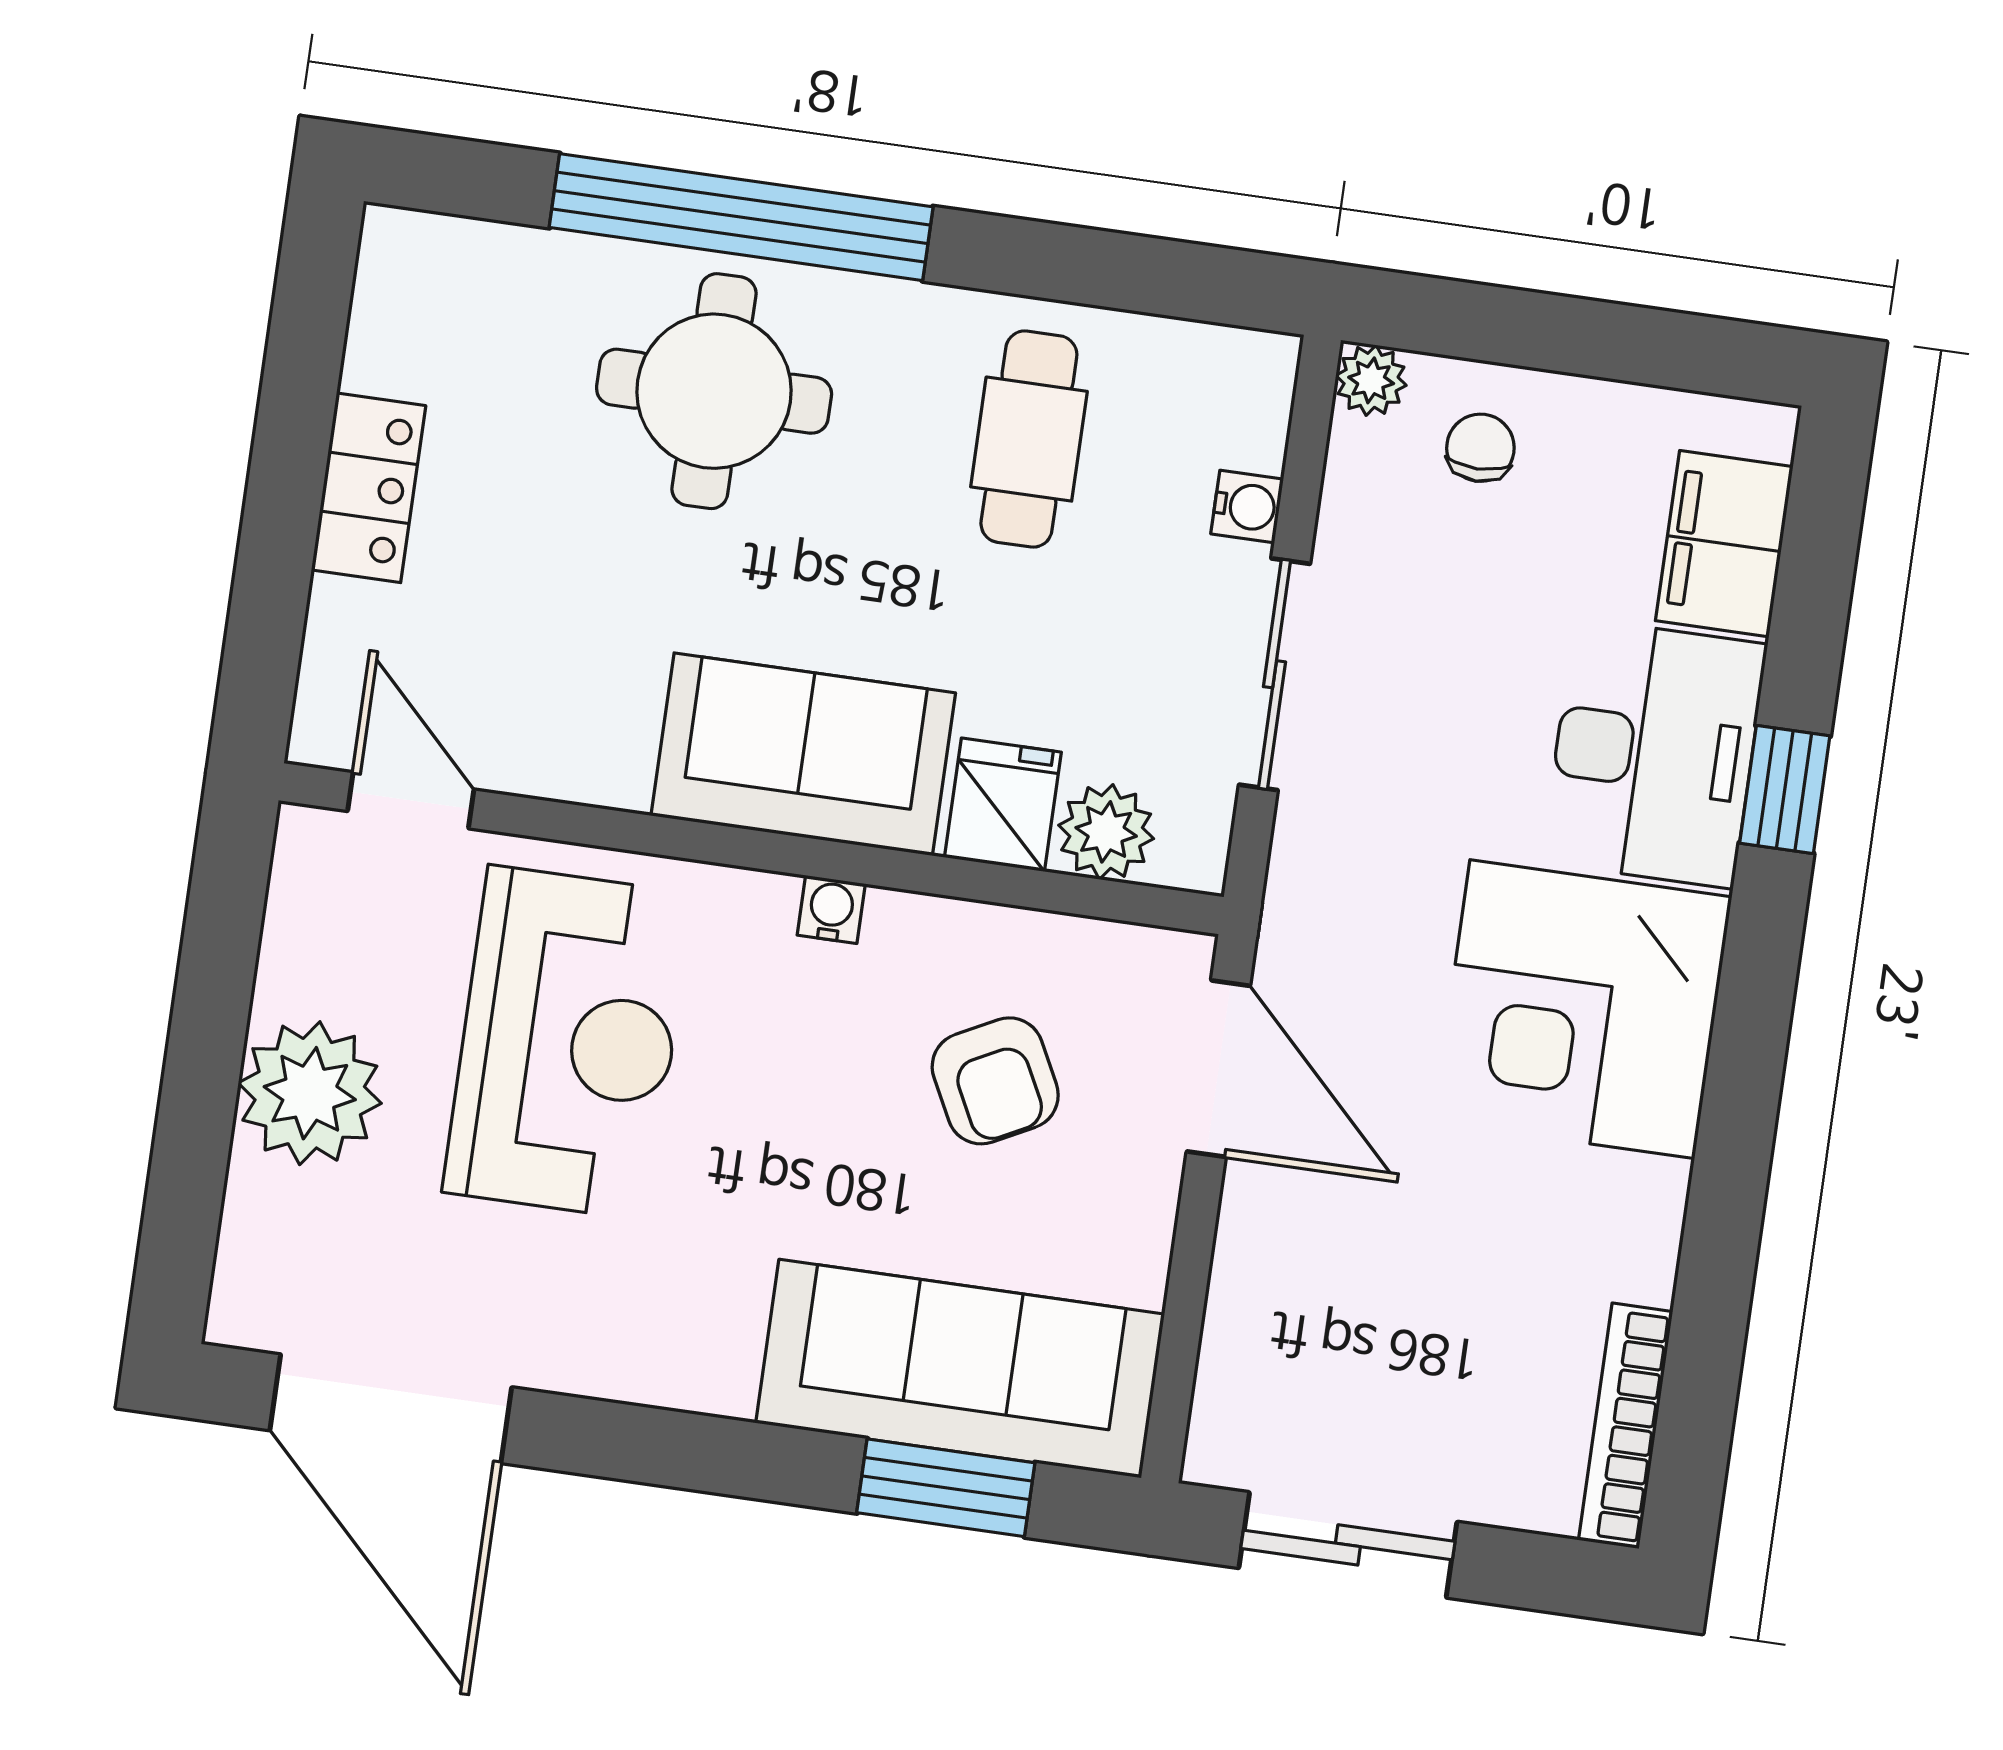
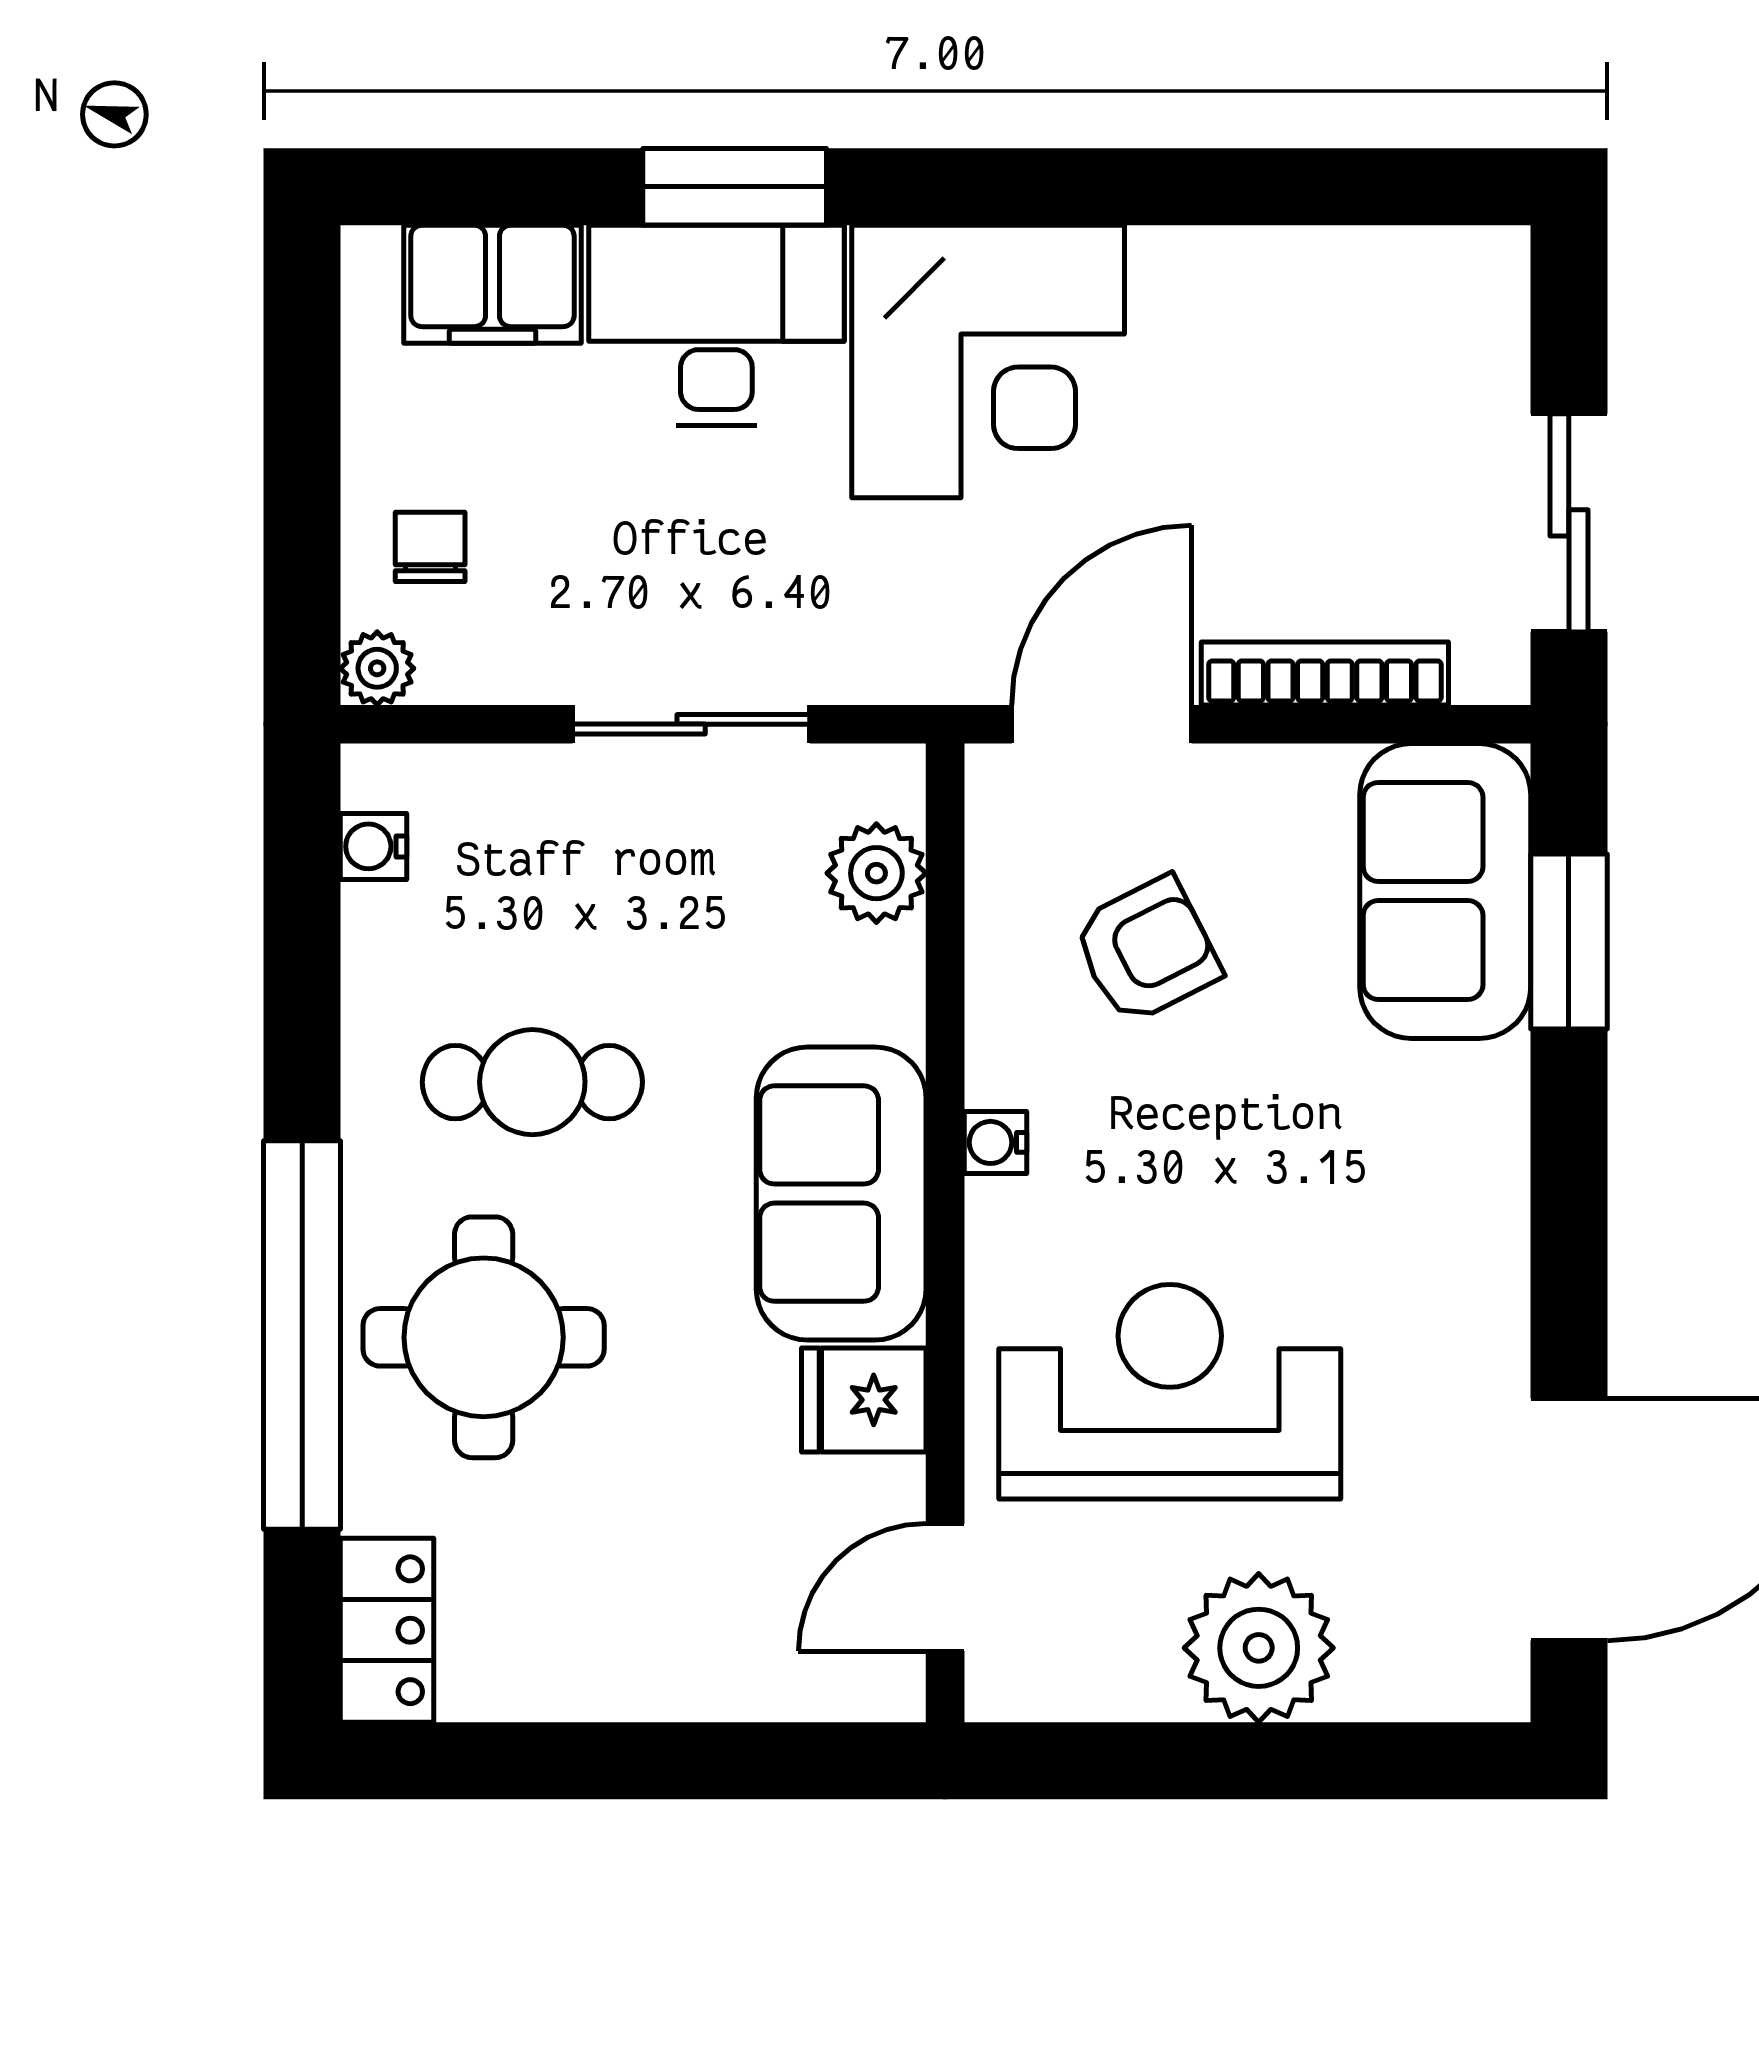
cafe table: (1029, 439) -> (532, 1082), moved
chair: (1480, 448) -> (430, 547), turned 90
locker: (369, 488) -> (387, 1630), moved, turned 90
water cooler: (1247, 507) -> (374, 846), moved, turned -90
window: (1785, 789) -> (735, 187), width x1.50
fridge: (1003, 805) -> (864, 1400), moved
sofa: (960, 1369) -> (1445, 891), width x0.73
bookcase: (1626, 1426) -> (1325, 673), moved, turned 180

